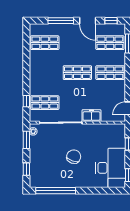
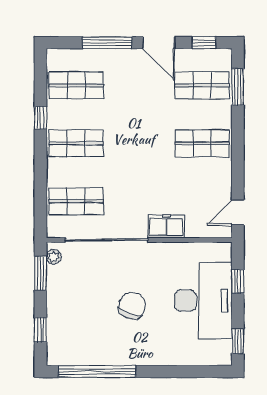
shop shelf: (77, 73) -> (76, 143), moved
window: (26, 101) -> (40, 118), moved
desk: (111, 168) -> (203, 301), moved

